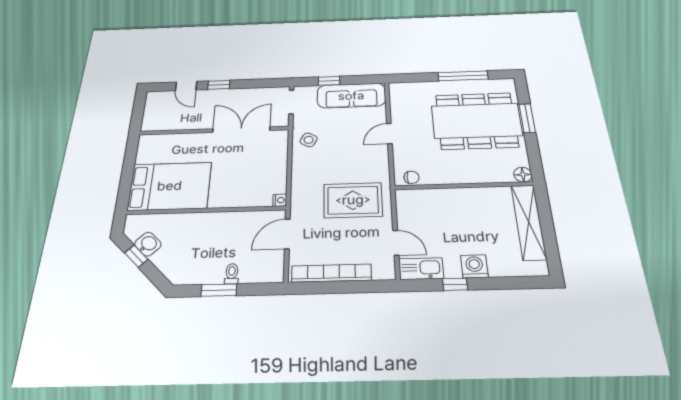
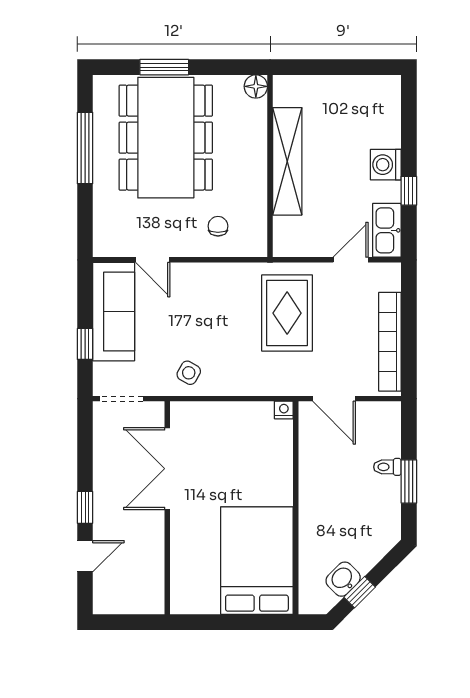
door: (389, 134) -> (153, 260), moved
chair: (412, 177) -> (218, 226), moved
shelving: (529, 222) -> (287, 161), moved, turned 90

